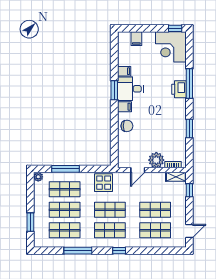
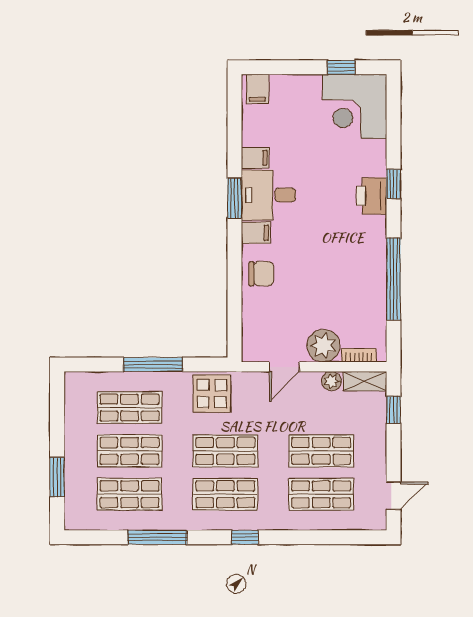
window: (175, 28) -> (341, 67), moved
filing cabinet: (136, 39) -> (258, 89), moved
window: (189, 84) -> (394, 184), width x0.46
window: (189, 128) -> (394, 279), width x2.11
window: (65, 169) -> (153, 364), moved
plant: (38, 177) -> (331, 381), moved

